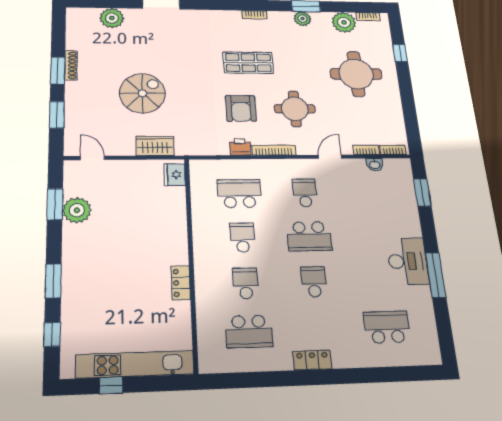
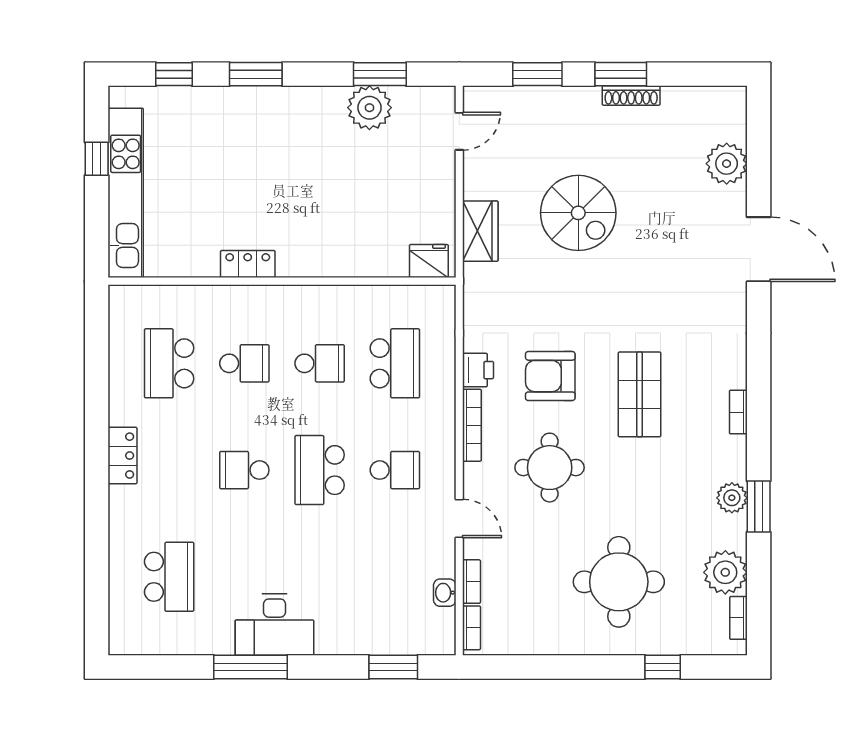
school desk: (314, 282) -> (244, 470), turned 180

